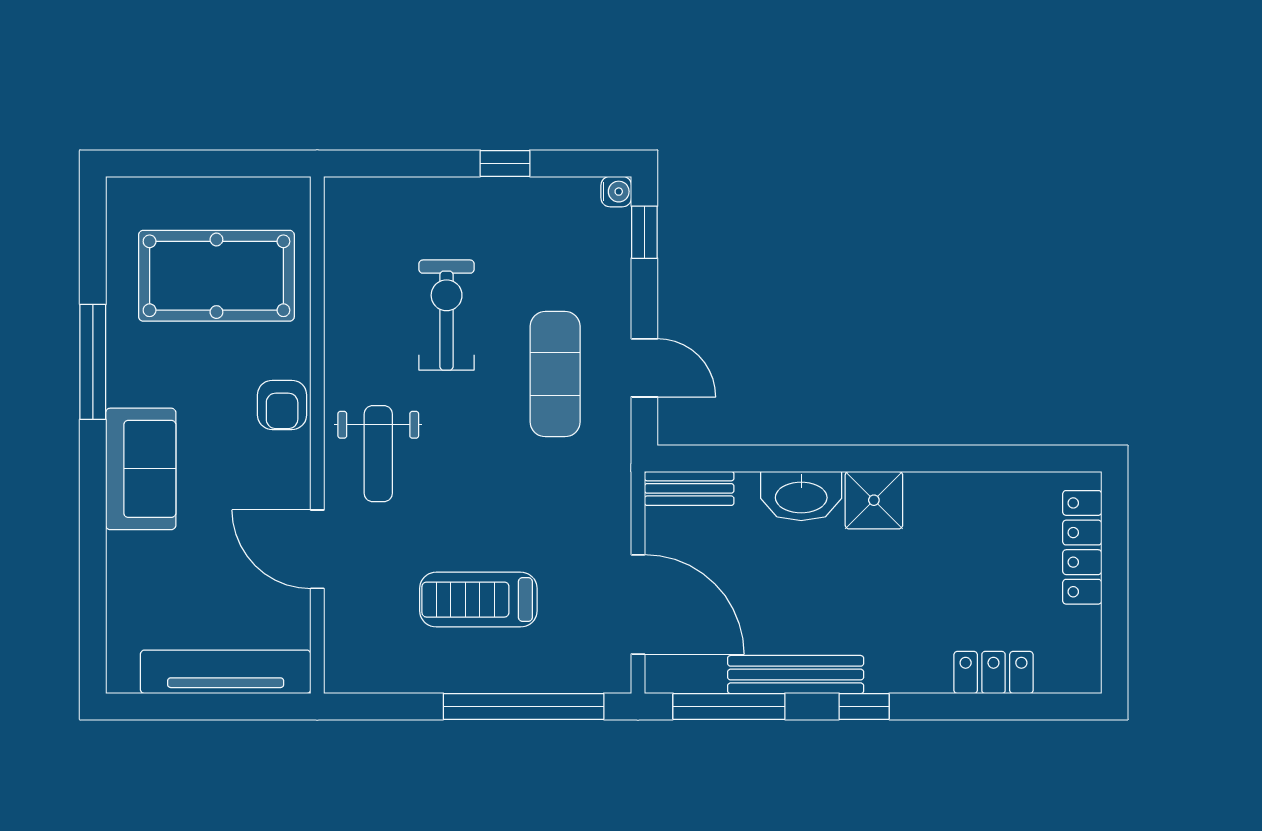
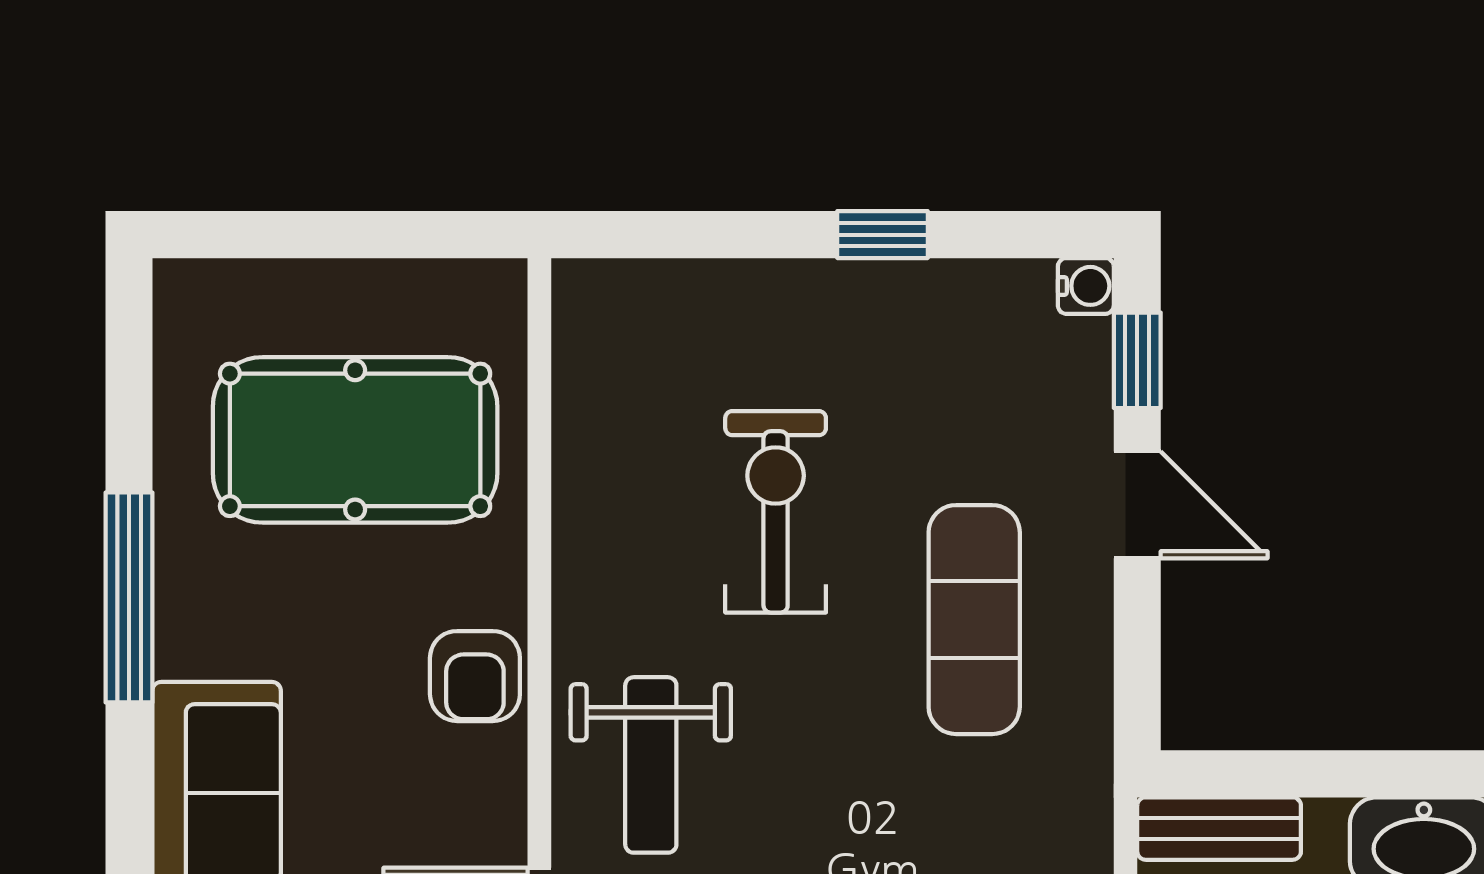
door: (644, 368) -> (1137, 505), moved

